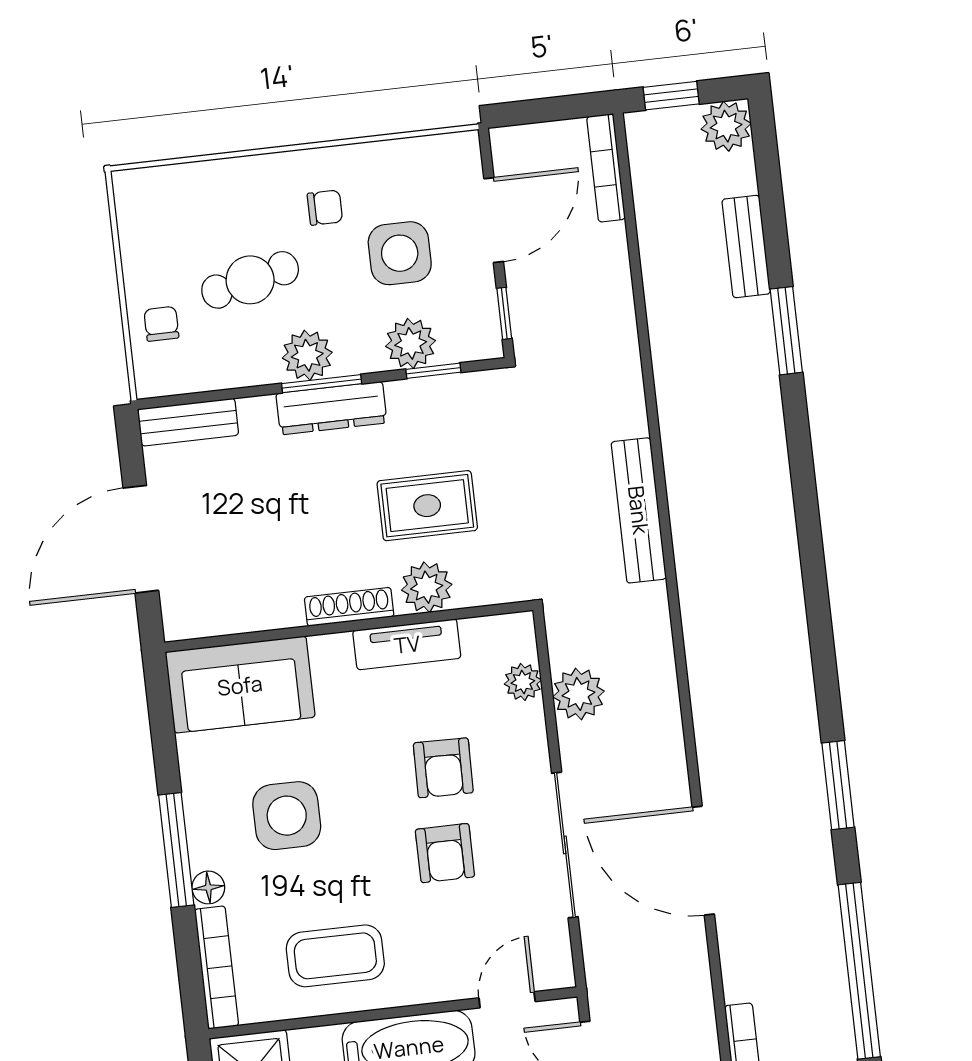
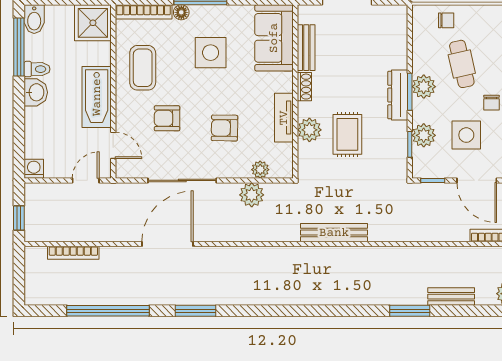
bench: (188, 422) -> (306, 48), moved
shoe rack: (349, 607) -> (304, 87), width x0.70
armchair: (445, 853) -> (167, 118), moved

